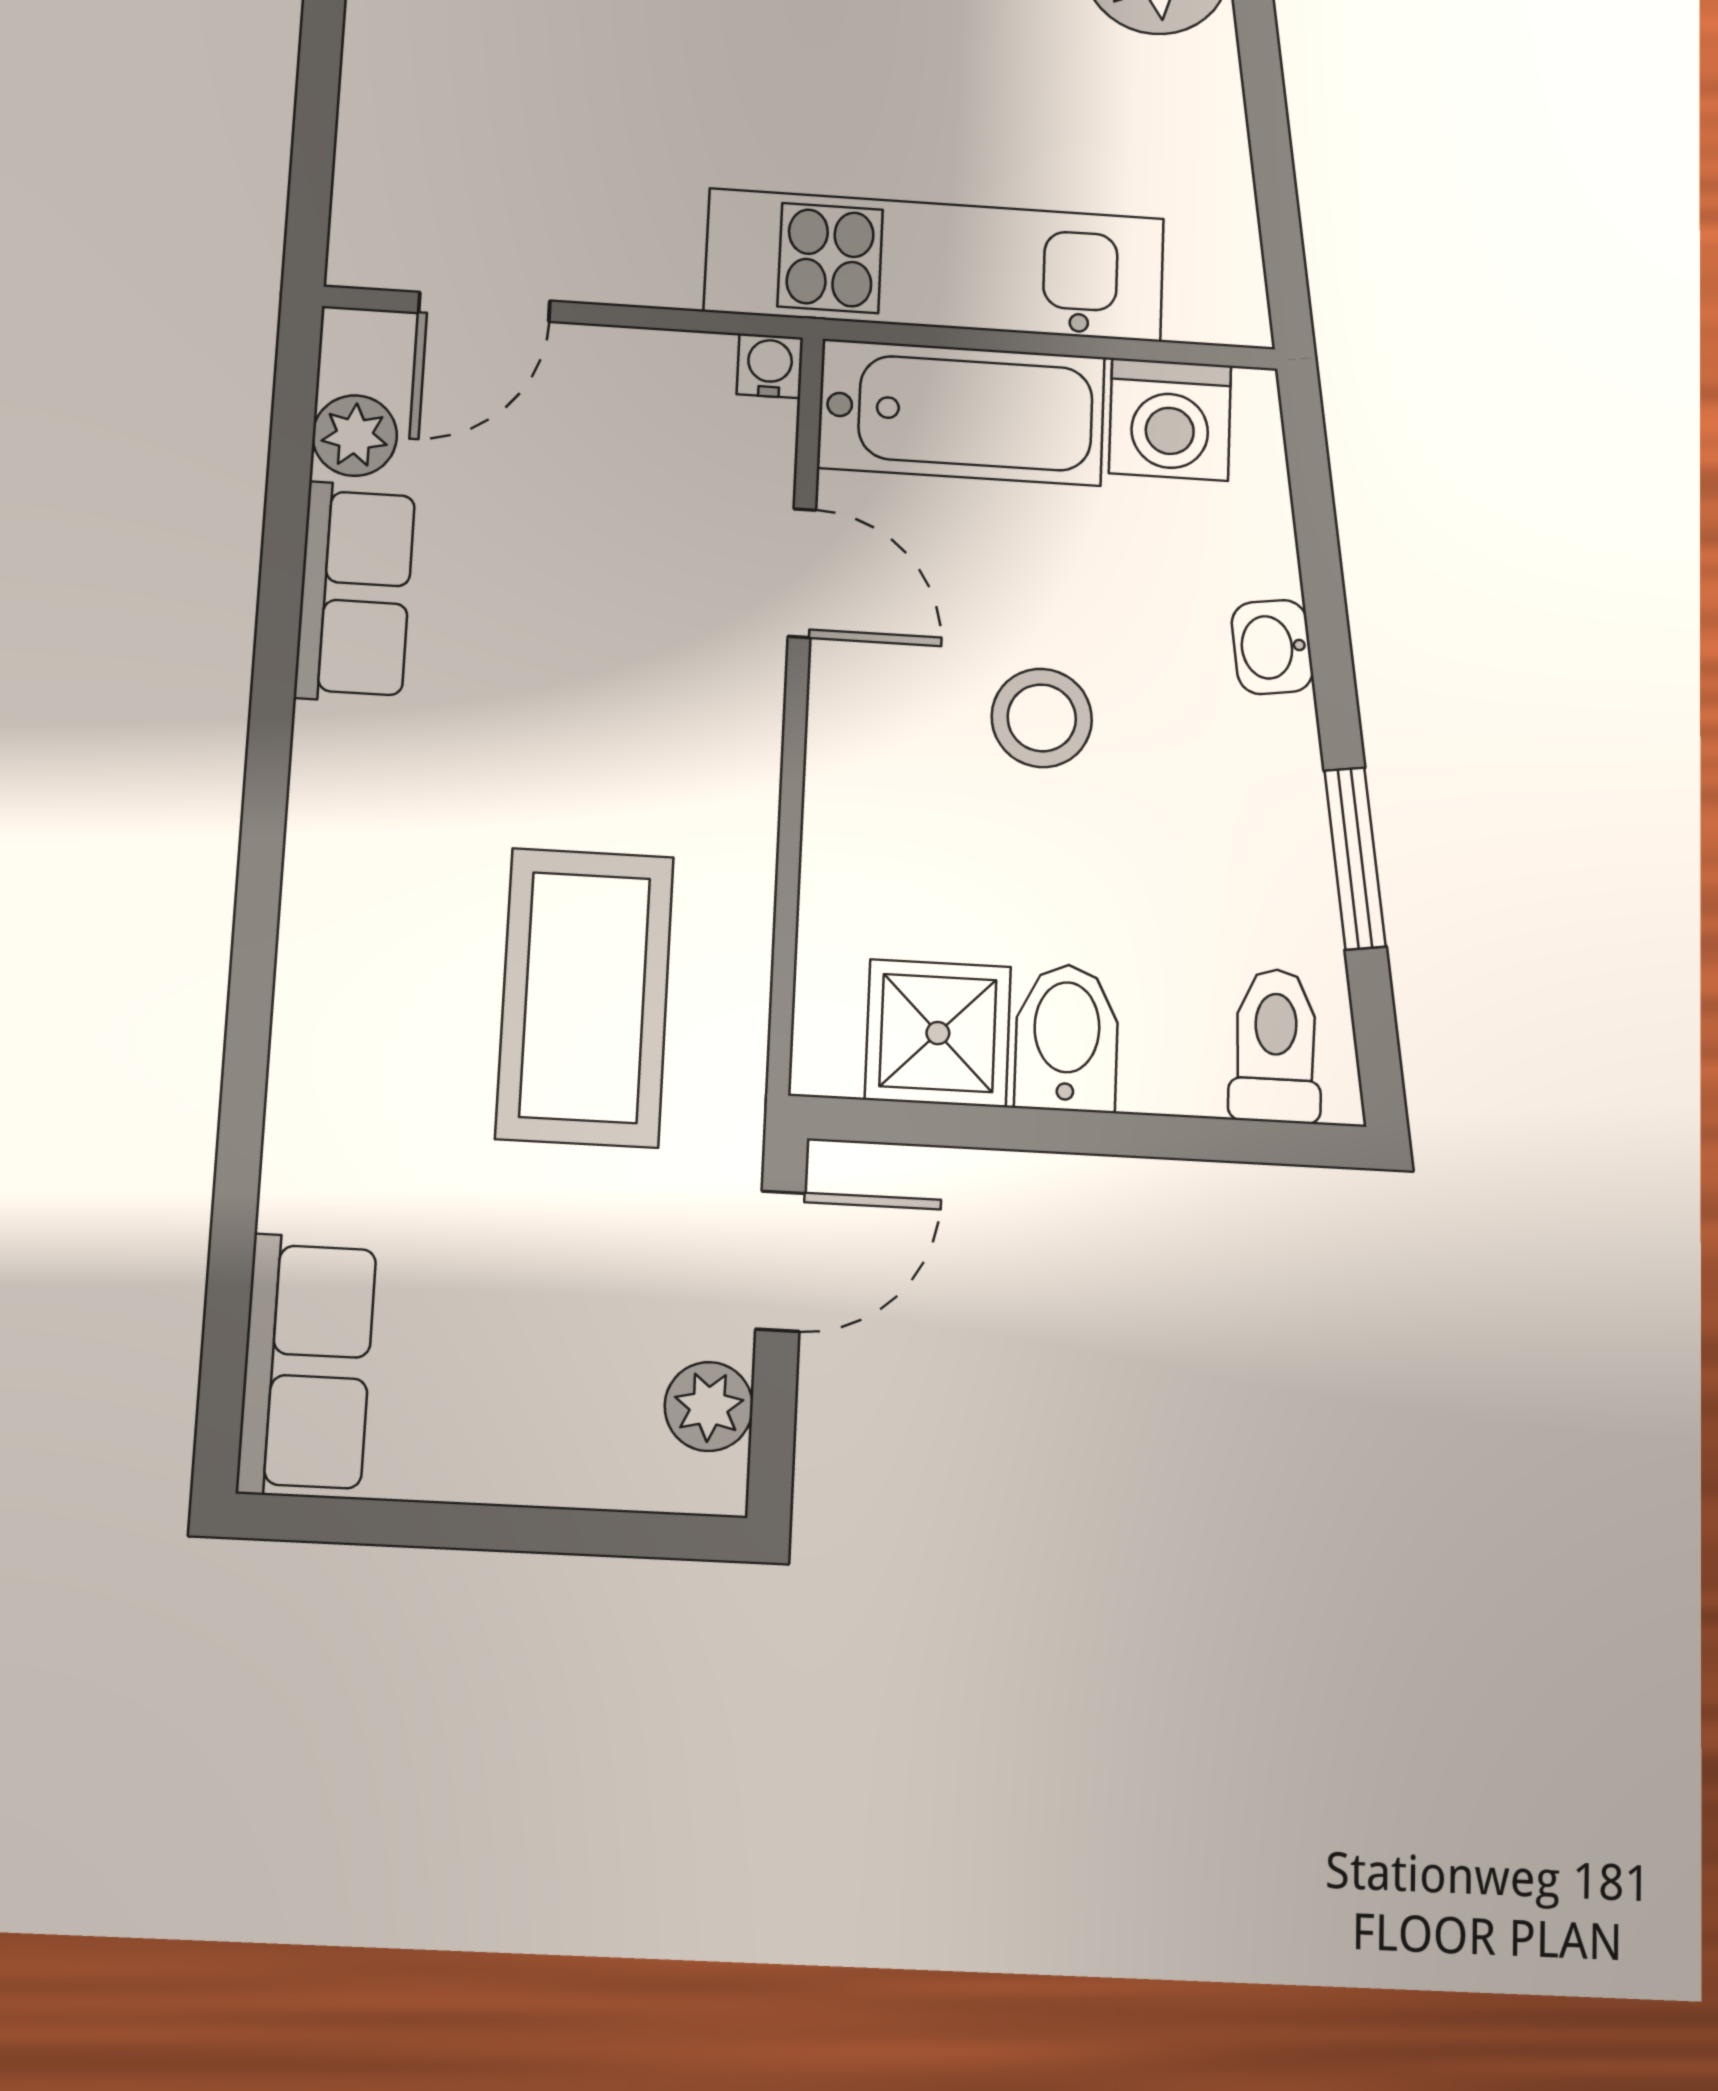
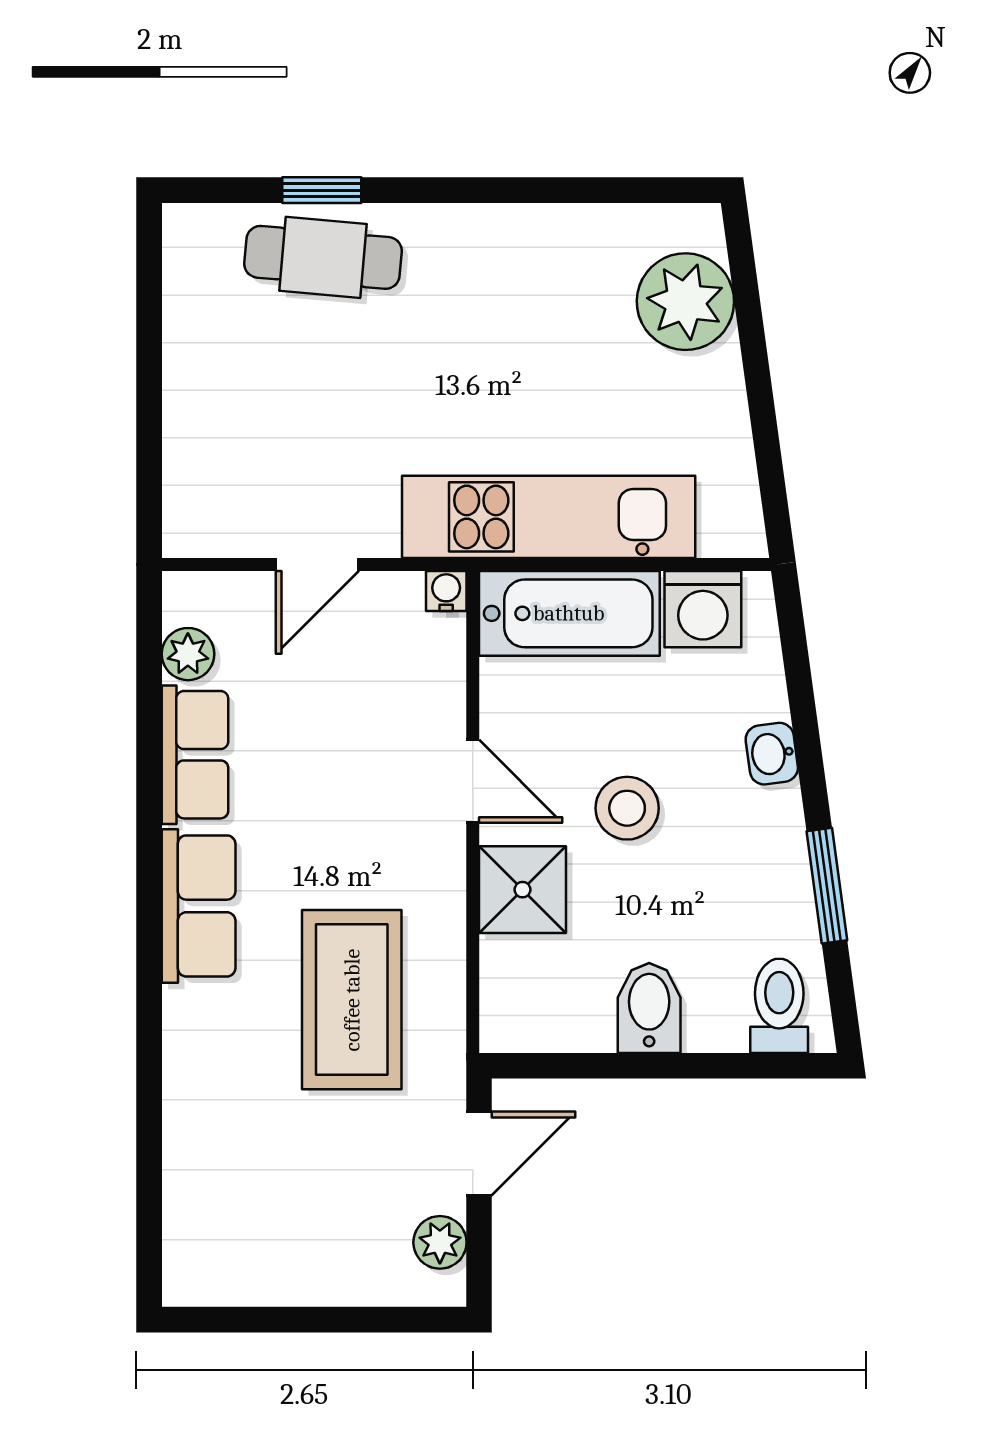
door: (484, 307) -> (317, 565), moved
door: (802, 573) -> (473, 781), moved
shower: (938, 1033) -> (522, 890), moved
row of seats: (307, 1366) -> (199, 906), moved

